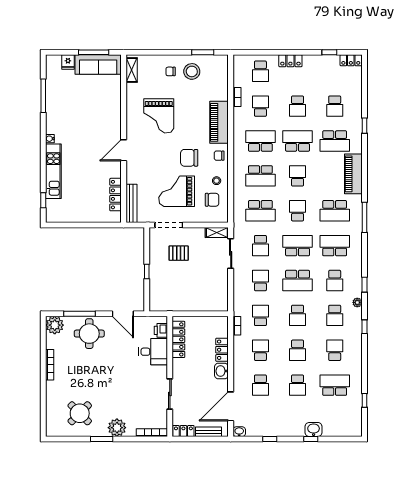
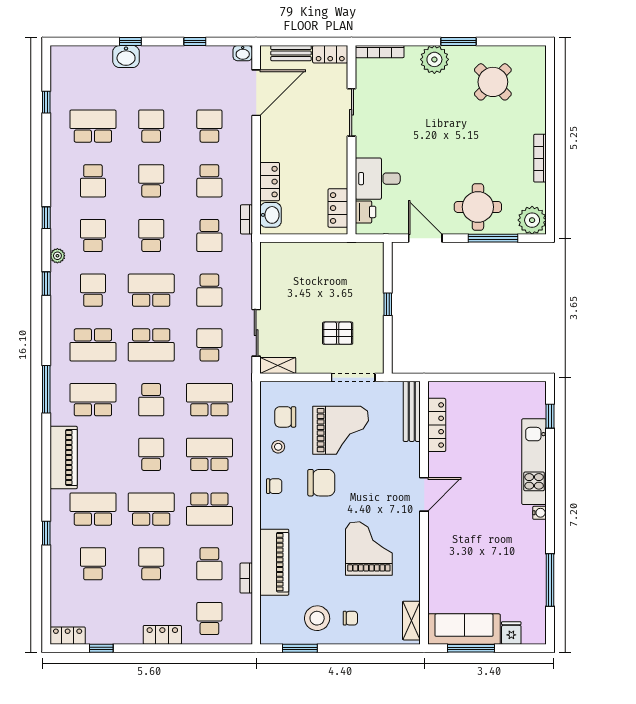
piano: (219, 122) -> (274, 562), moved
school desk: (298, 141) -> (151, 509), turned 180
school desk: (298, 176) -> (151, 454), turned 180
locker: (178, 339) -> (338, 208), width x0.66
washbasin: (221, 371) -> (271, 215), moved
school desk: (335, 385) -> (93, 126), turned 180

